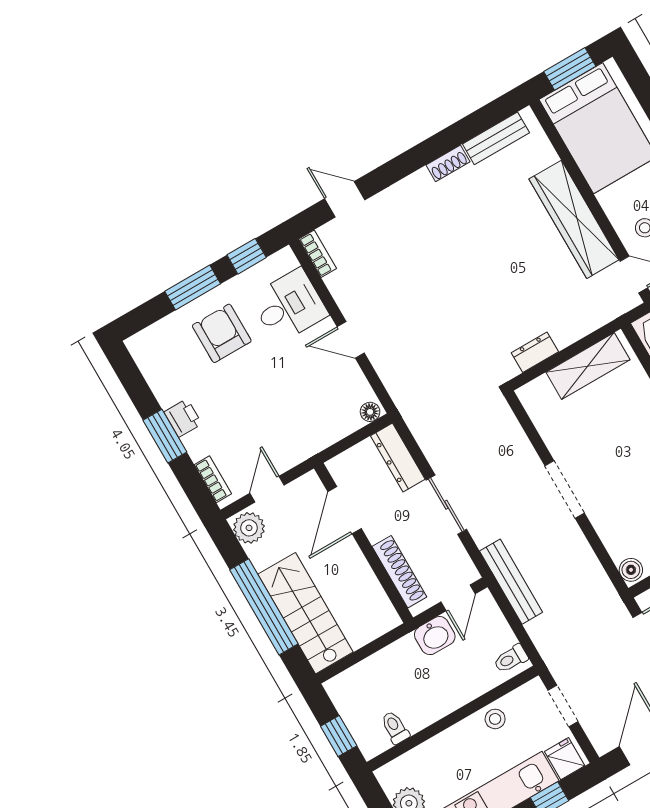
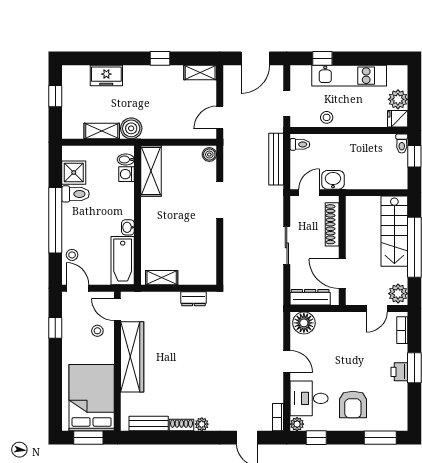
plant: (420, 181) -> (202, 424), added
plant: (285, 260) -> (297, 424), added
window: (193, 287) -> (380, 438), moved
shelving: (588, 366) -> (162, 278), width x0.67, depth x0.75
floor lamp: (370, 412) -> (304, 323), width x1.89, depth x1.89
dresser: (398, 457) -> (310, 297), moved, turned -90
doorway: (565, 489) -> (220, 200), moved
door: (345, 510) -> (342, 274), swing flipped
bench: (511, 582) -> (276, 159), moved
toilet: (395, 728) -> (402, 143), moved
fridge: (565, 759) -> (398, 119), moved, turned 90

